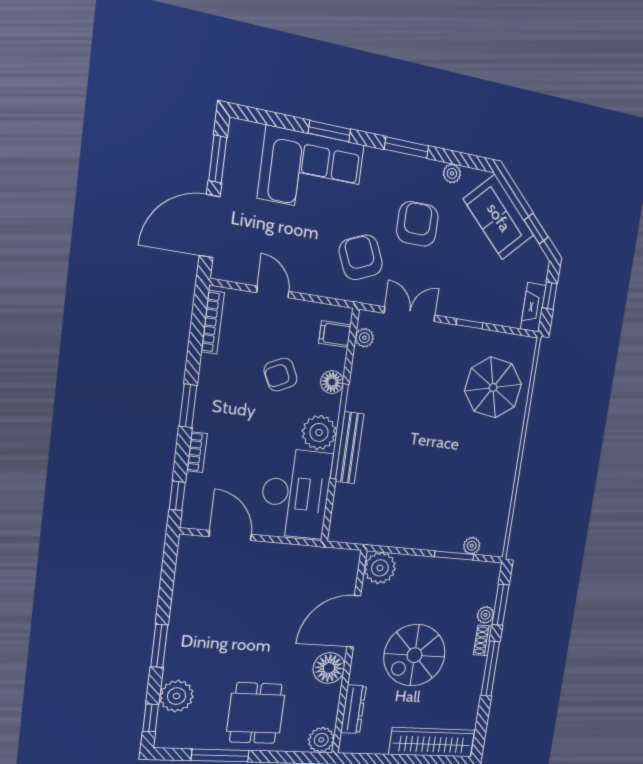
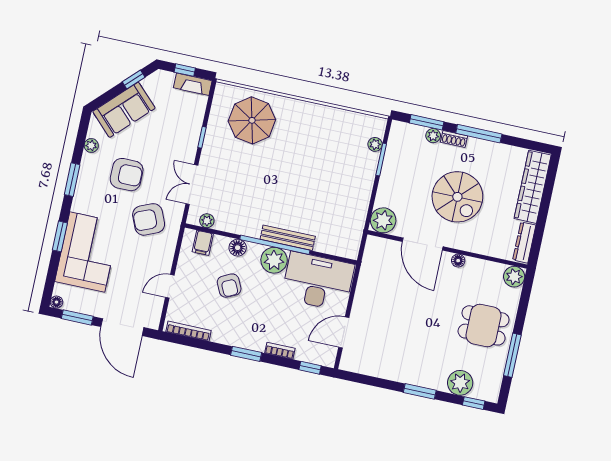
floor lamp: (237, 128) -> (57, 302), added
armchair: (417, 224) -> (127, 175), turned 180
floor lamp: (329, 668) -> (458, 261), width x0.53, depth x0.53
dresser: (353, 709) -> (524, 243), moved, turned -90

